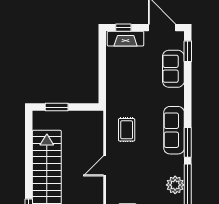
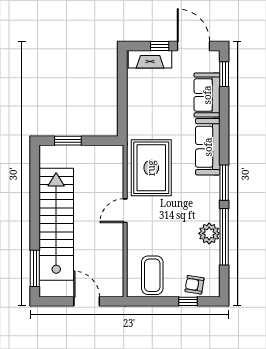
window: (123, 28) -> (160, 46), moved
rug: (127, 130) -> (151, 168), width x1.86, depth x2.06
sofa: (174, 130) -> (208, 147), moved

